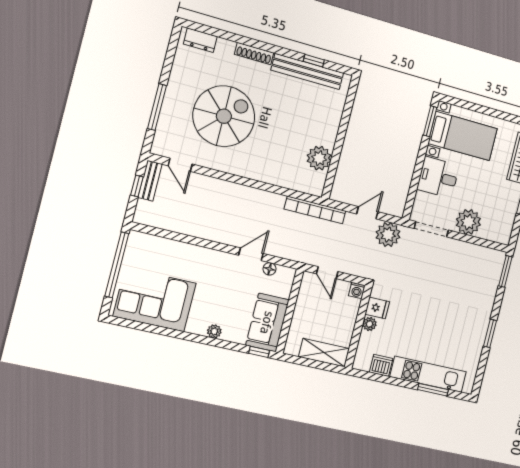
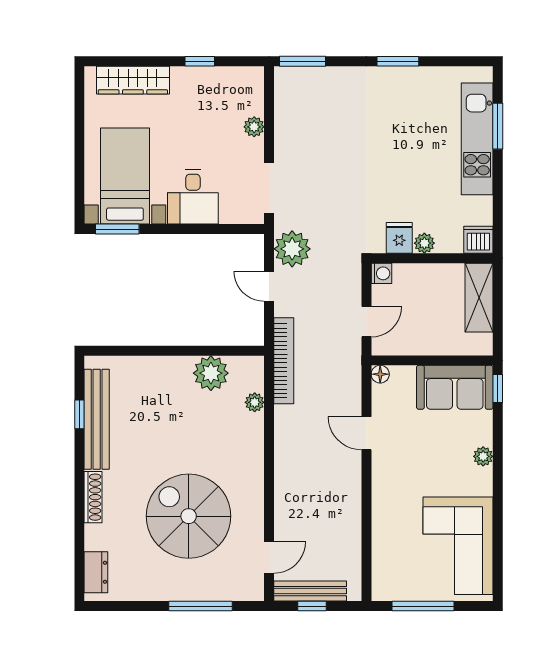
bench: (150, 181) -> (310, 591), width x1.36
plant: (292, 183) -> (255, 402), added
plant: (468, 222) -> (254, 127), width x0.53, depth x0.53
window: (117, 265) -> (423, 606), width x0.68
floor lamp: (270, 269) -> (380, 374), moved
dishwasher: (381, 365) -> (478, 240), moved, turned 90

